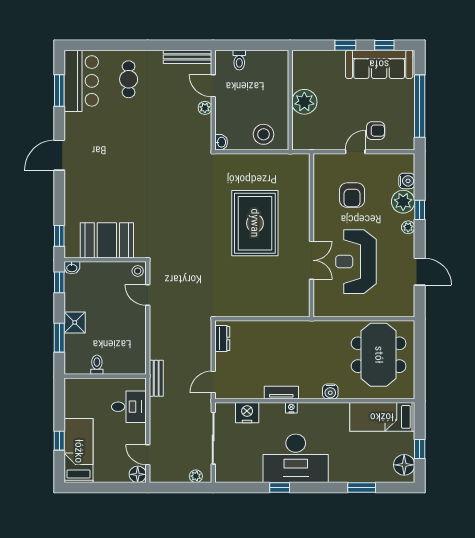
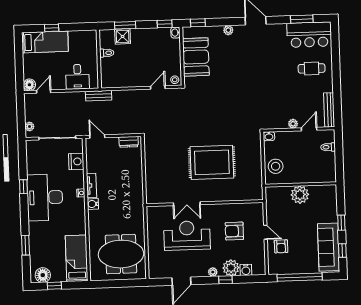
plant: (71, 194) -> (228, 30), added
shower: (75, 322) -> (123, 36), moved
water cooler: (330, 392) -> (93, 204), moved

